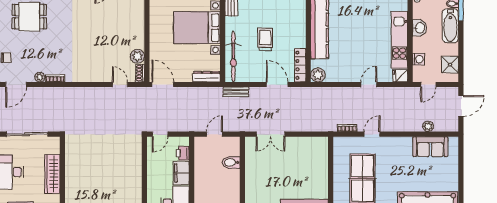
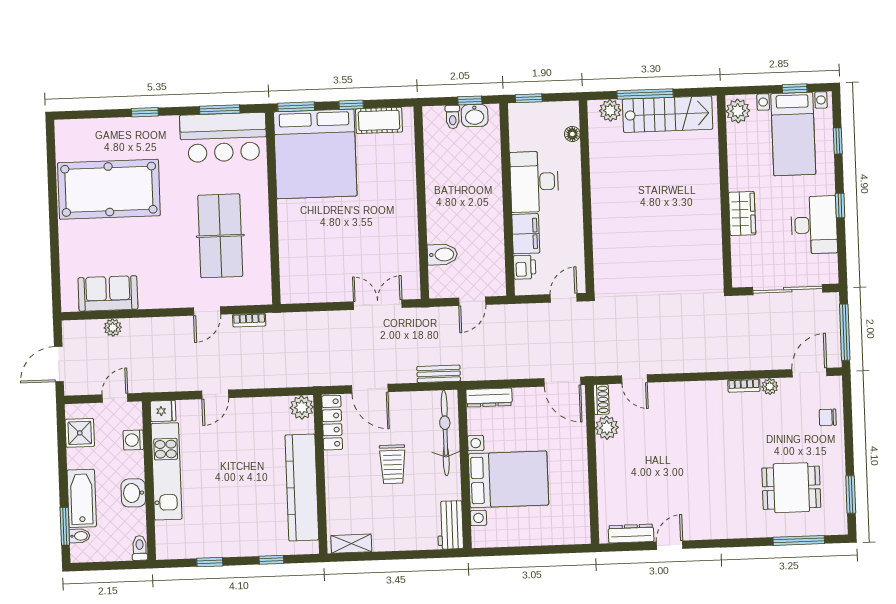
wardrobe: (52, 174) -> (742, 214), width x0.67

